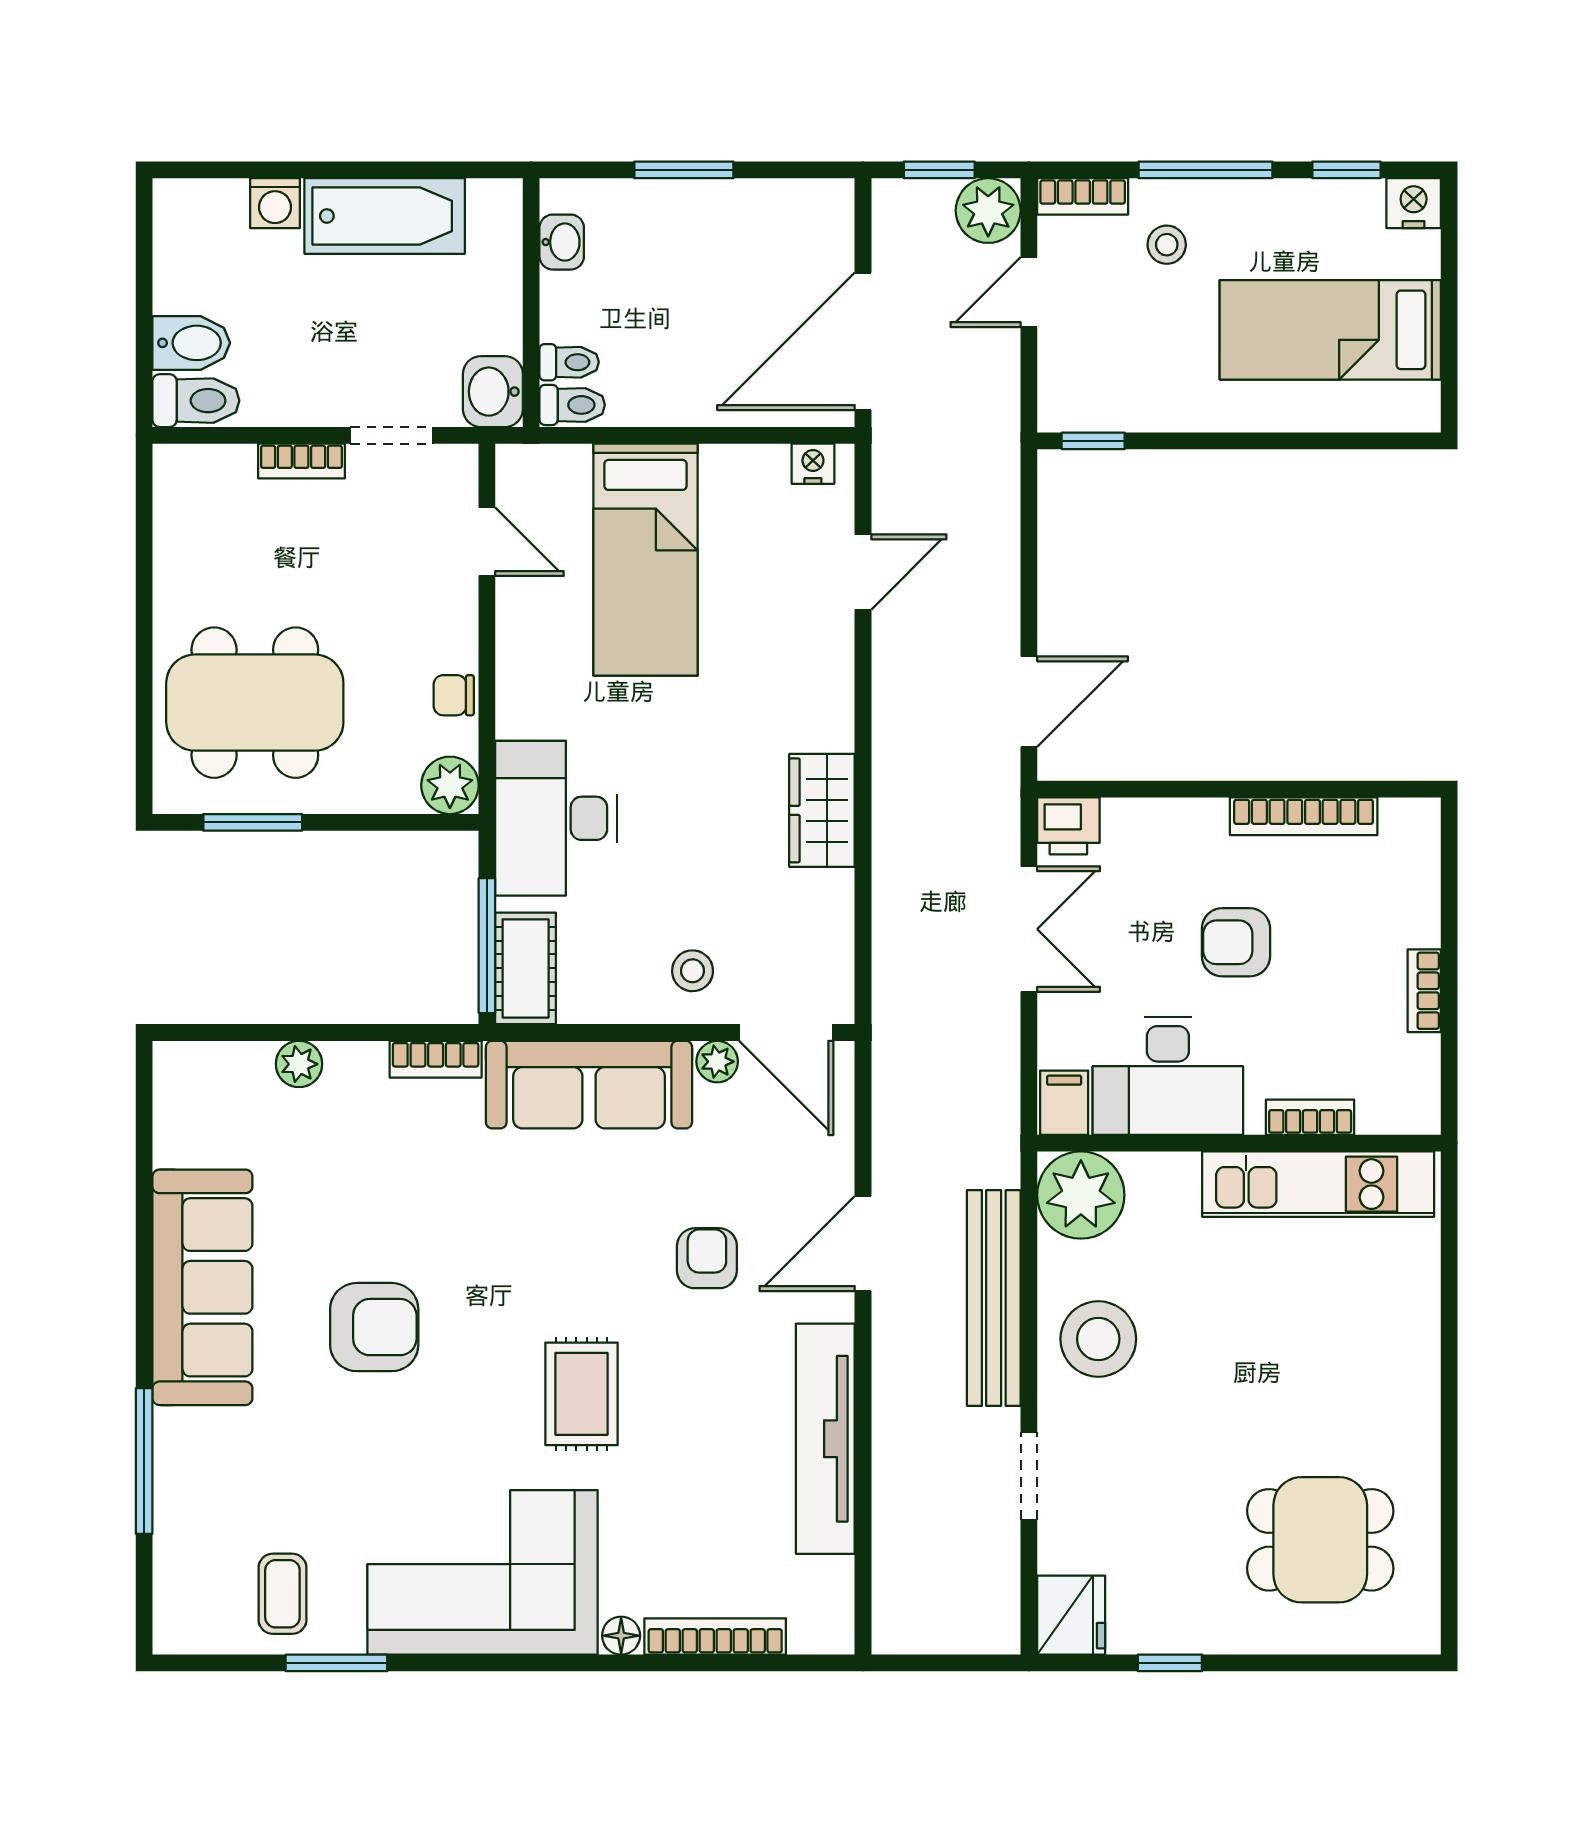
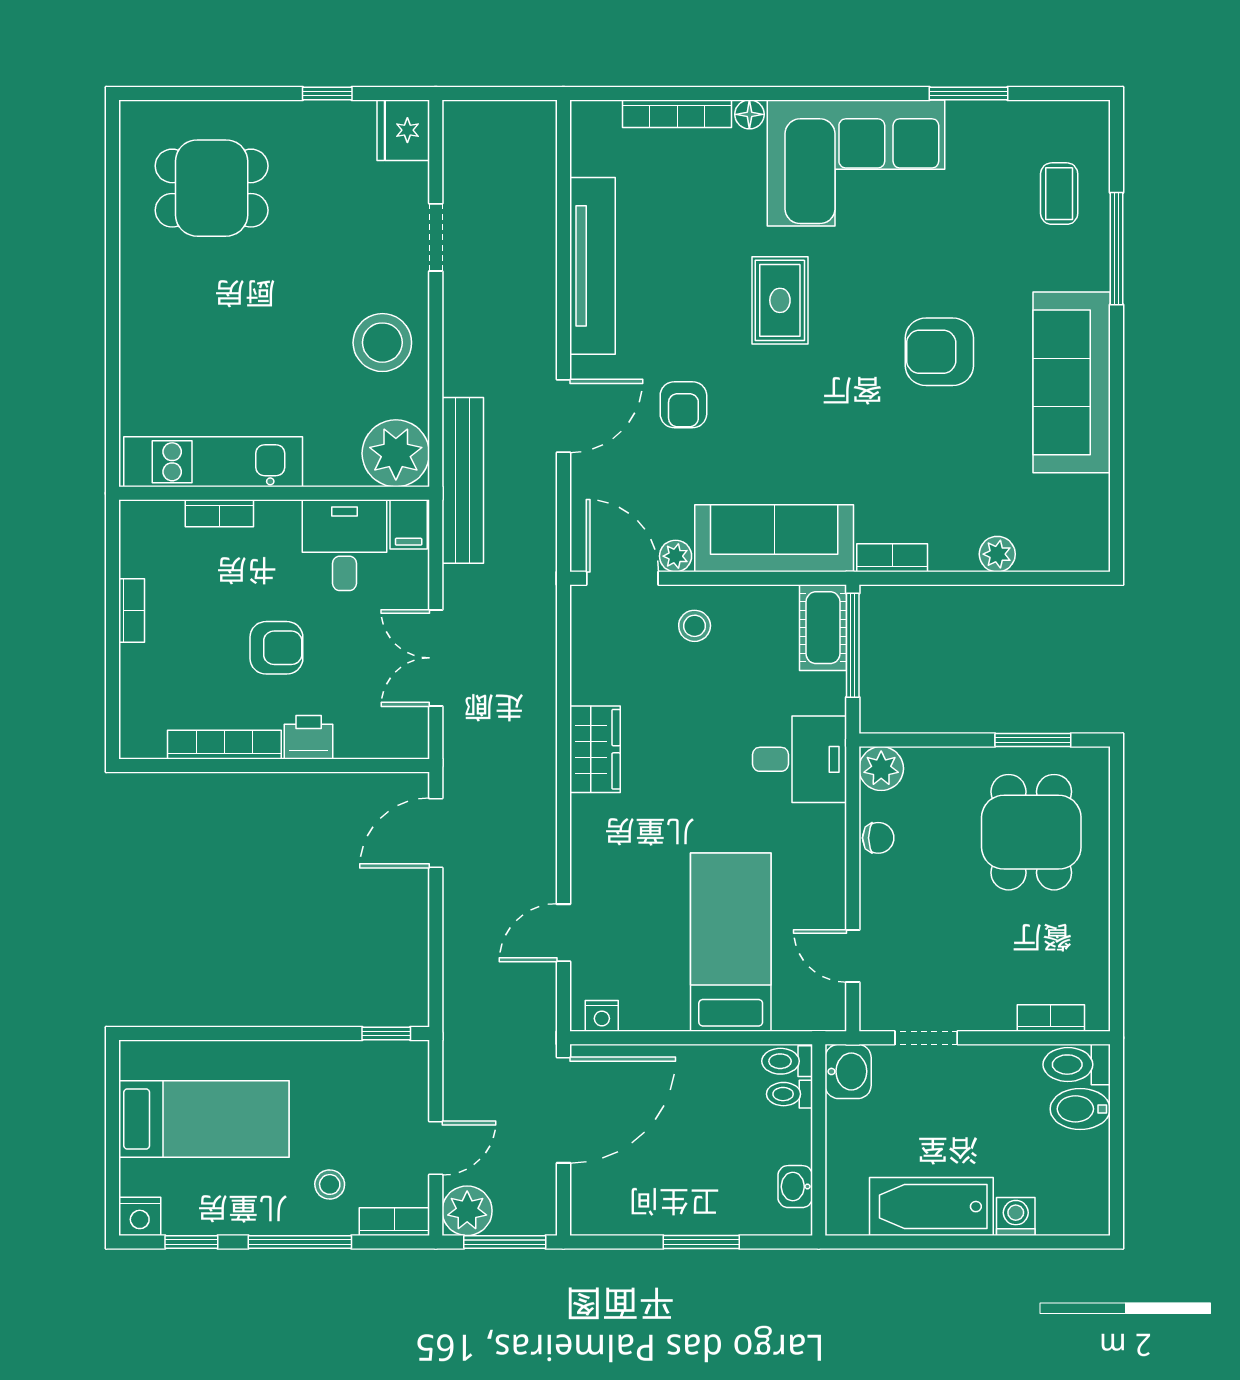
window: (939, 170) -> (505, 1242), width x1.50
bookcase: (301, 461) -> (1051, 1018), moved
dining table: (255, 703) -> (1031, 832), width x0.73
desk: (556, 818) -> (799, 759), width x0.73
printer: (1068, 826) -> (309, 737), moved
desk: (1168, 1076) -> (345, 545), width x0.73
bench: (994, 1298) -> (463, 480), moved
coffee table: (282, 1594) -> (1059, 194), moved

